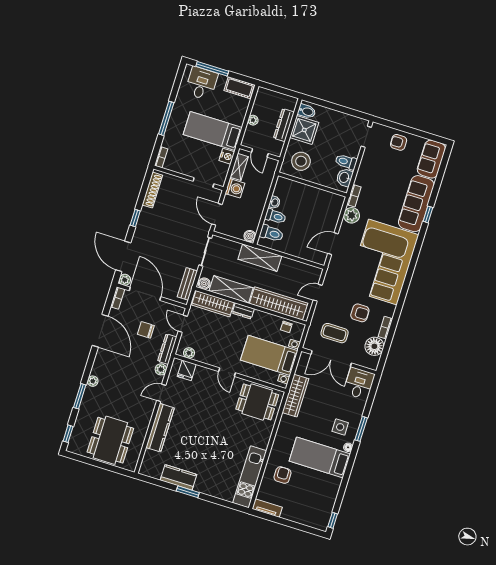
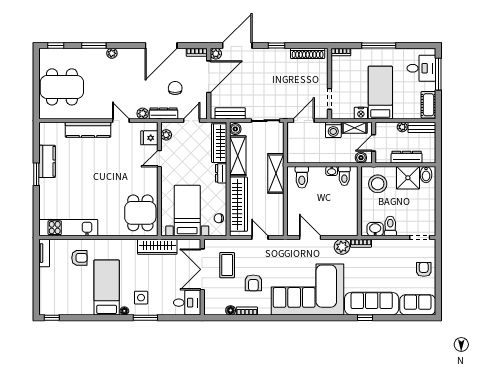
bench: (259, 101) -> (422, 127), added
toilet: (275, 216) -> (344, 176), moved
boiler: (250, 236) -> (361, 158), moved
floor lamp: (374, 346) -> (231, 310), width x0.53, depth x0.53
door: (227, 372) -> (159, 159), moved

